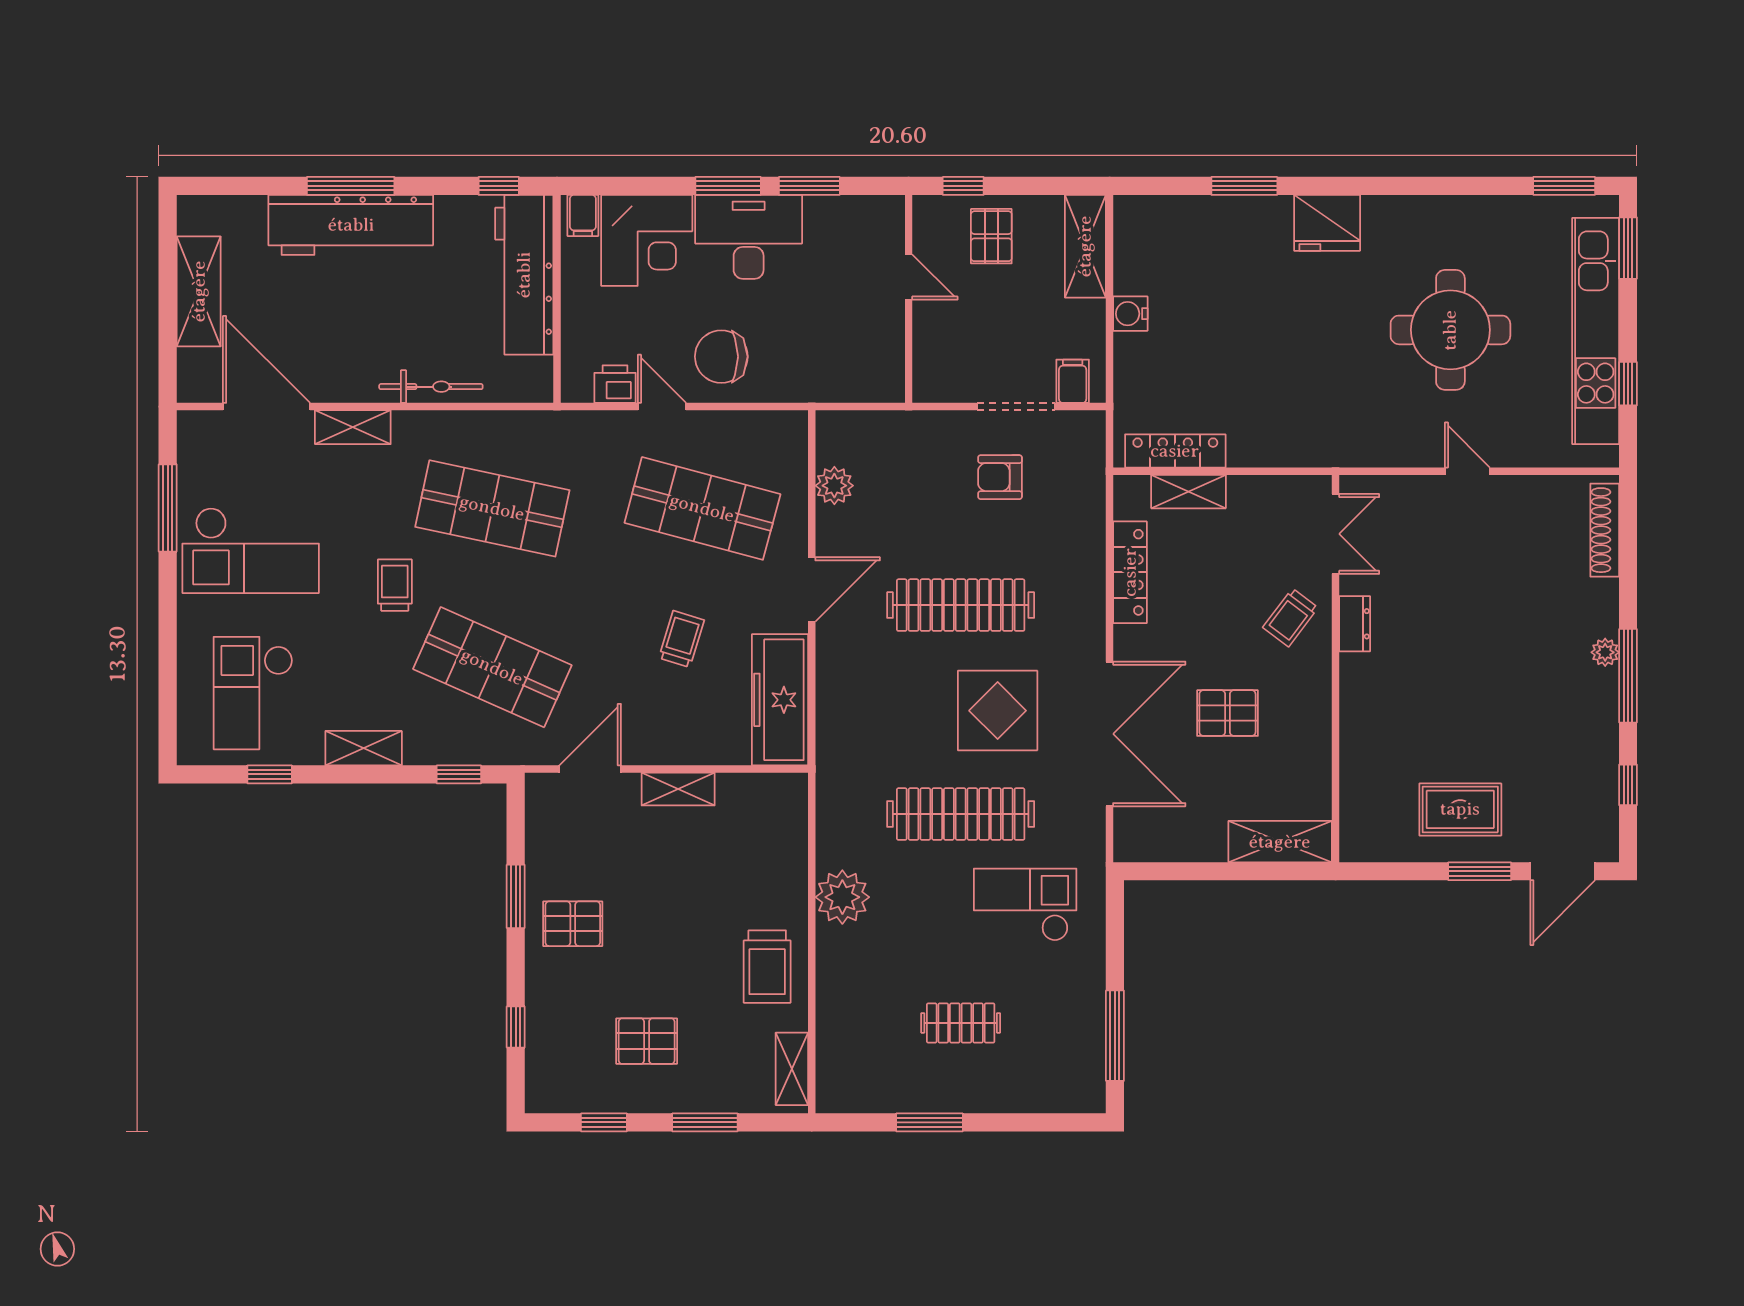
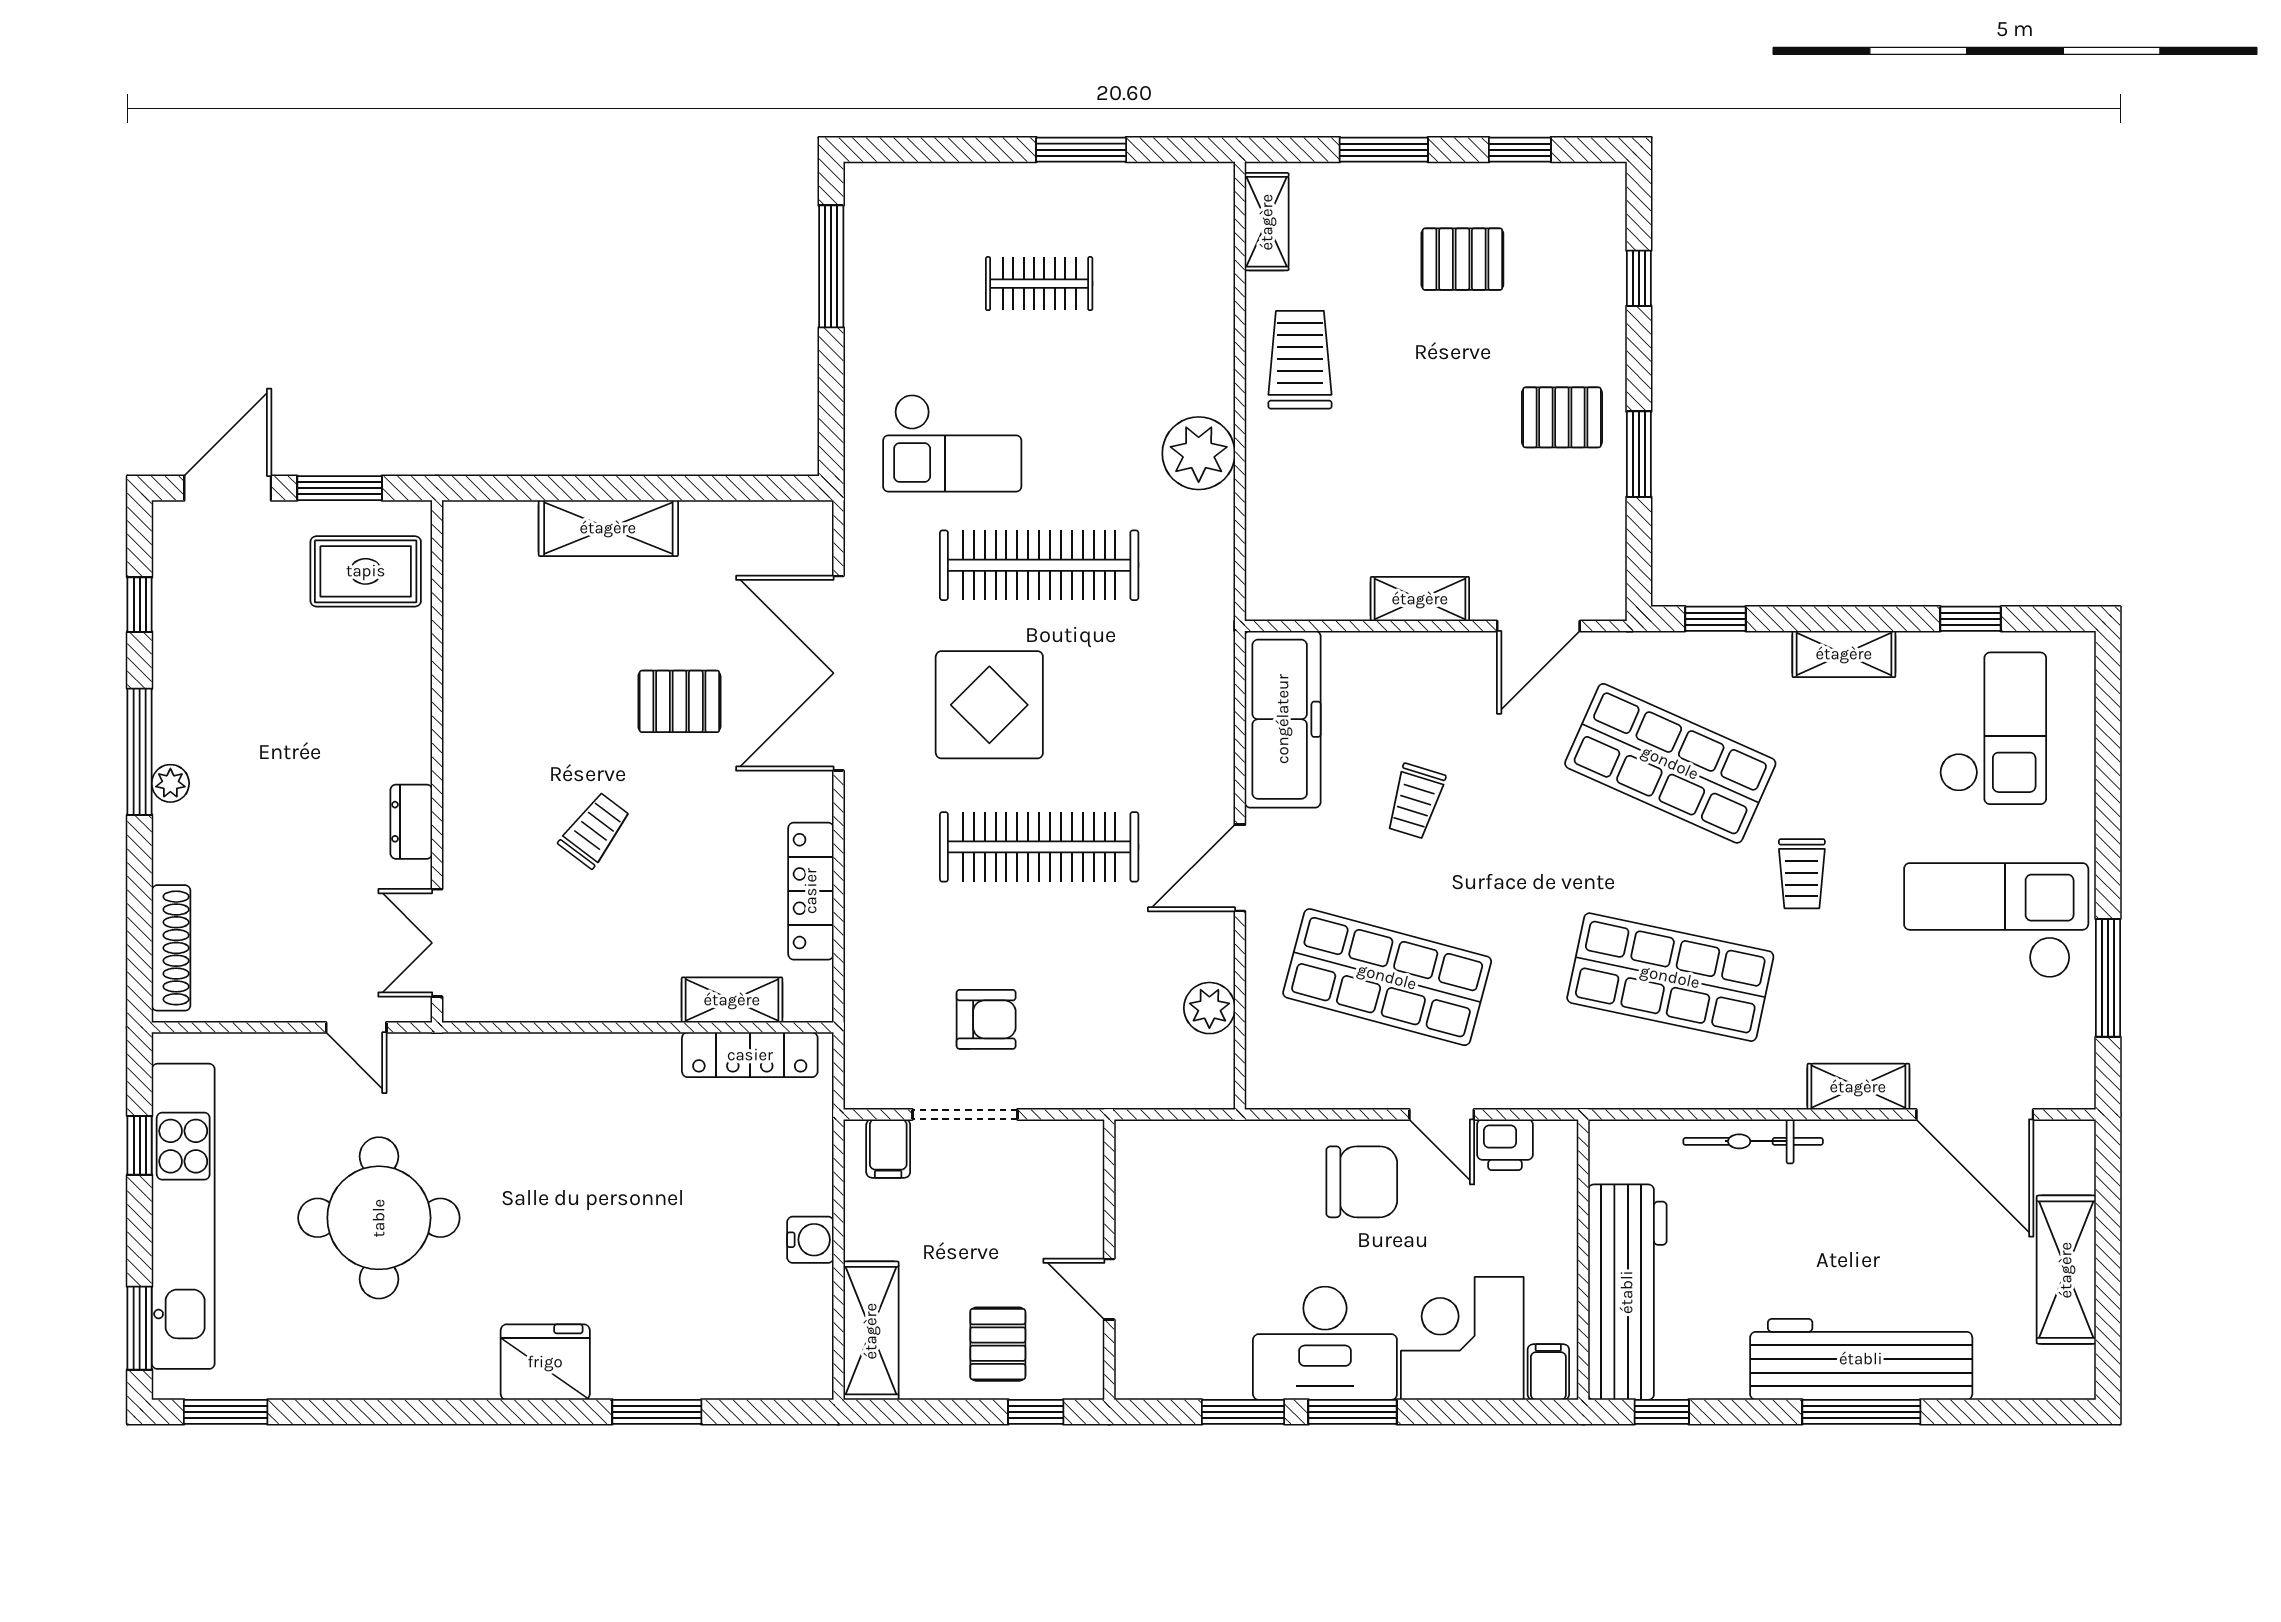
double door: (1336, 534) -> (437, 943), moved
dresser: (1355, 624) -> (411, 822), moved
wall: (1336, 669) -> (437, 761), moved

